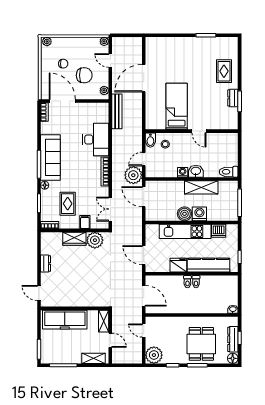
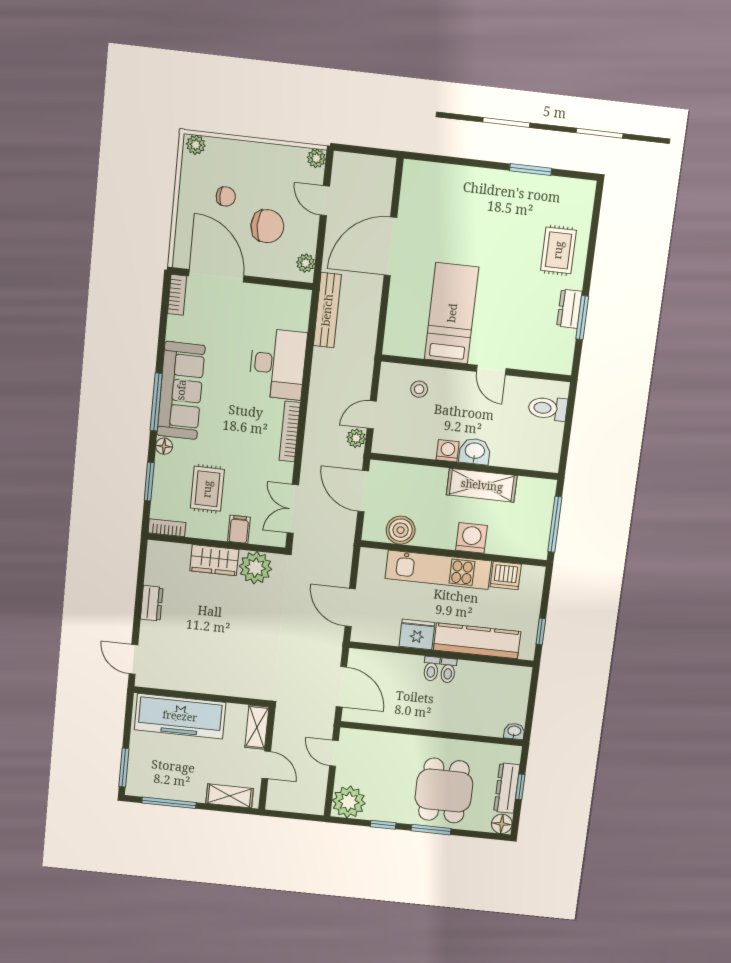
bidet: (150, 140) -> (390, 377), removed
toilet: (229, 172) -> (548, 408), moved
plant: (133, 175) -> (356, 438), width x0.53, depth x0.53
boiler: (185, 214) -> (401, 530), moved

